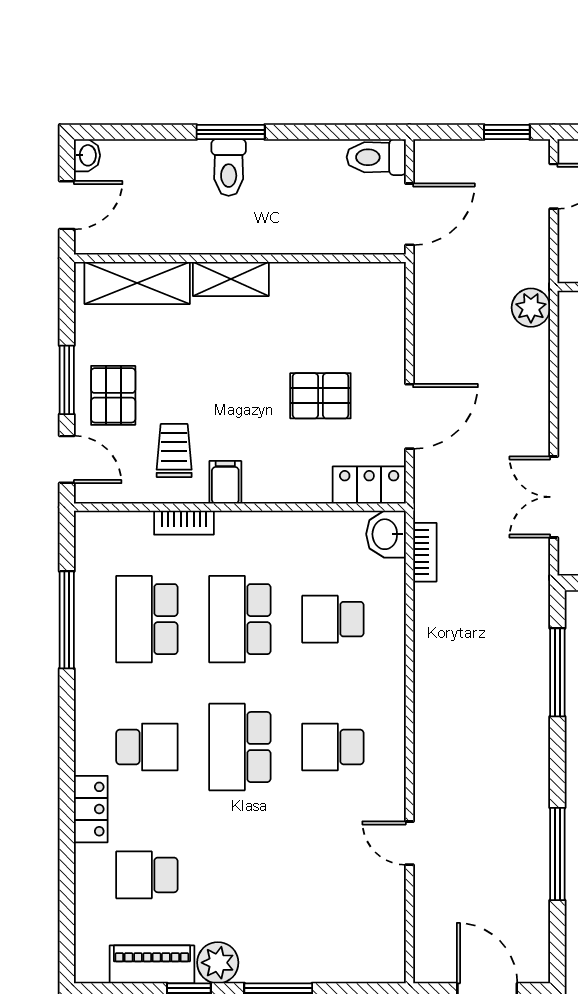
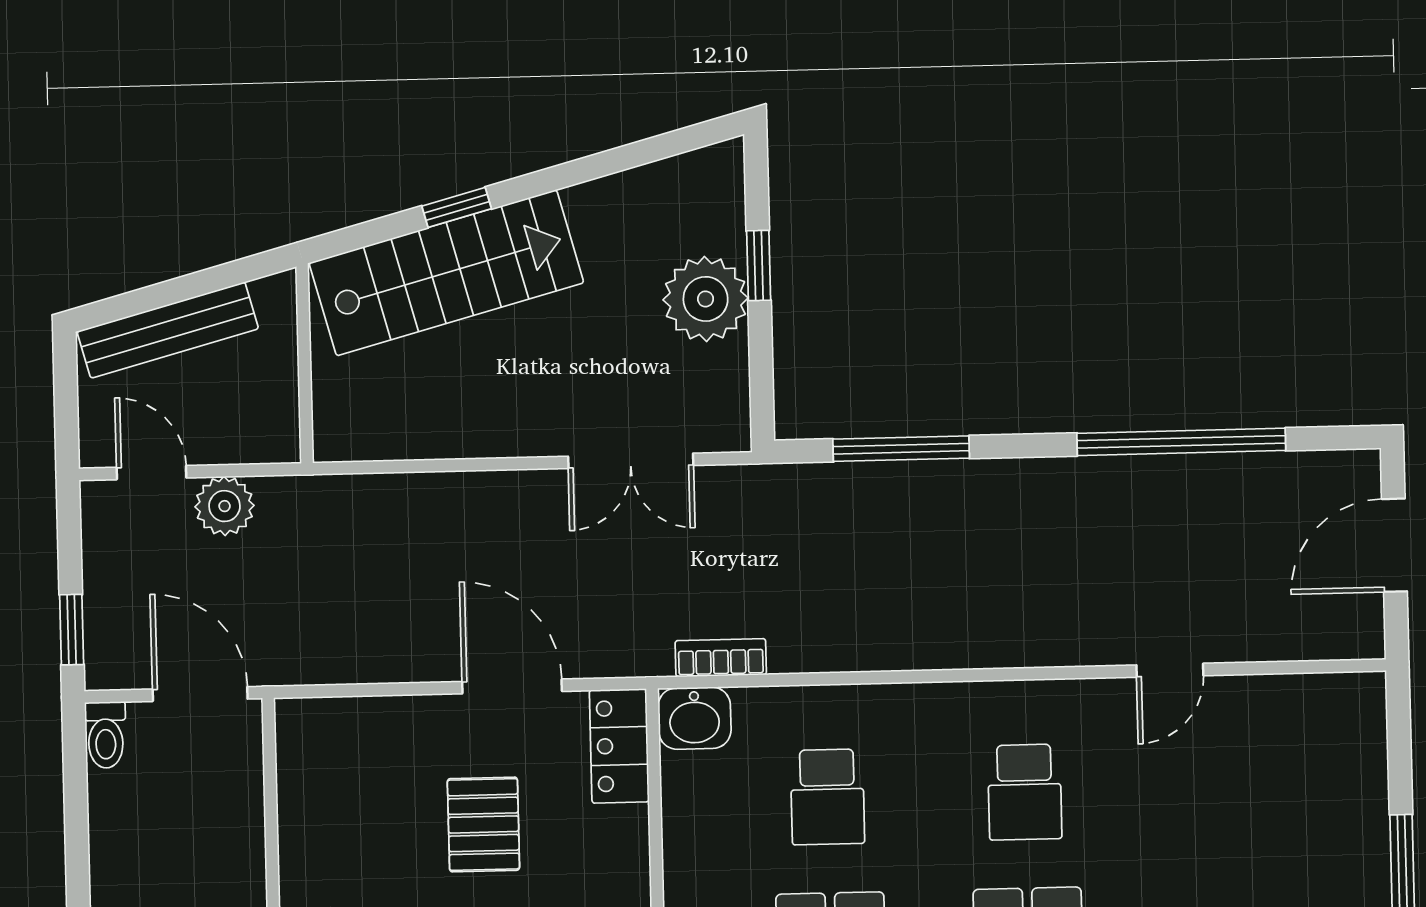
window: (507, 132) -> (72, 630), moved
toilet: (376, 157) -> (106, 735), width x0.73, depth x0.72
plant: (531, 308) -> (225, 506), moved
window: (557, 854) -> (1181, 442), width x1.46

